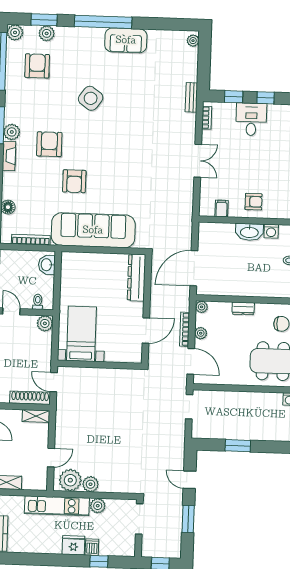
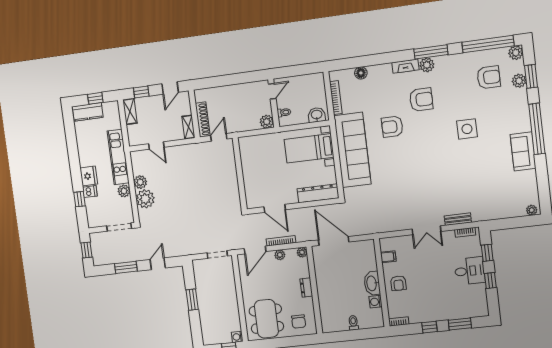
bench: (191, 97) -> (458, 219), moved
side table: (91, 98) -> (467, 129), turned -36
bed with nightstands: (81, 334) -> (309, 148), moved, turned 180
plant: (70, 480) -> (145, 199), moved

